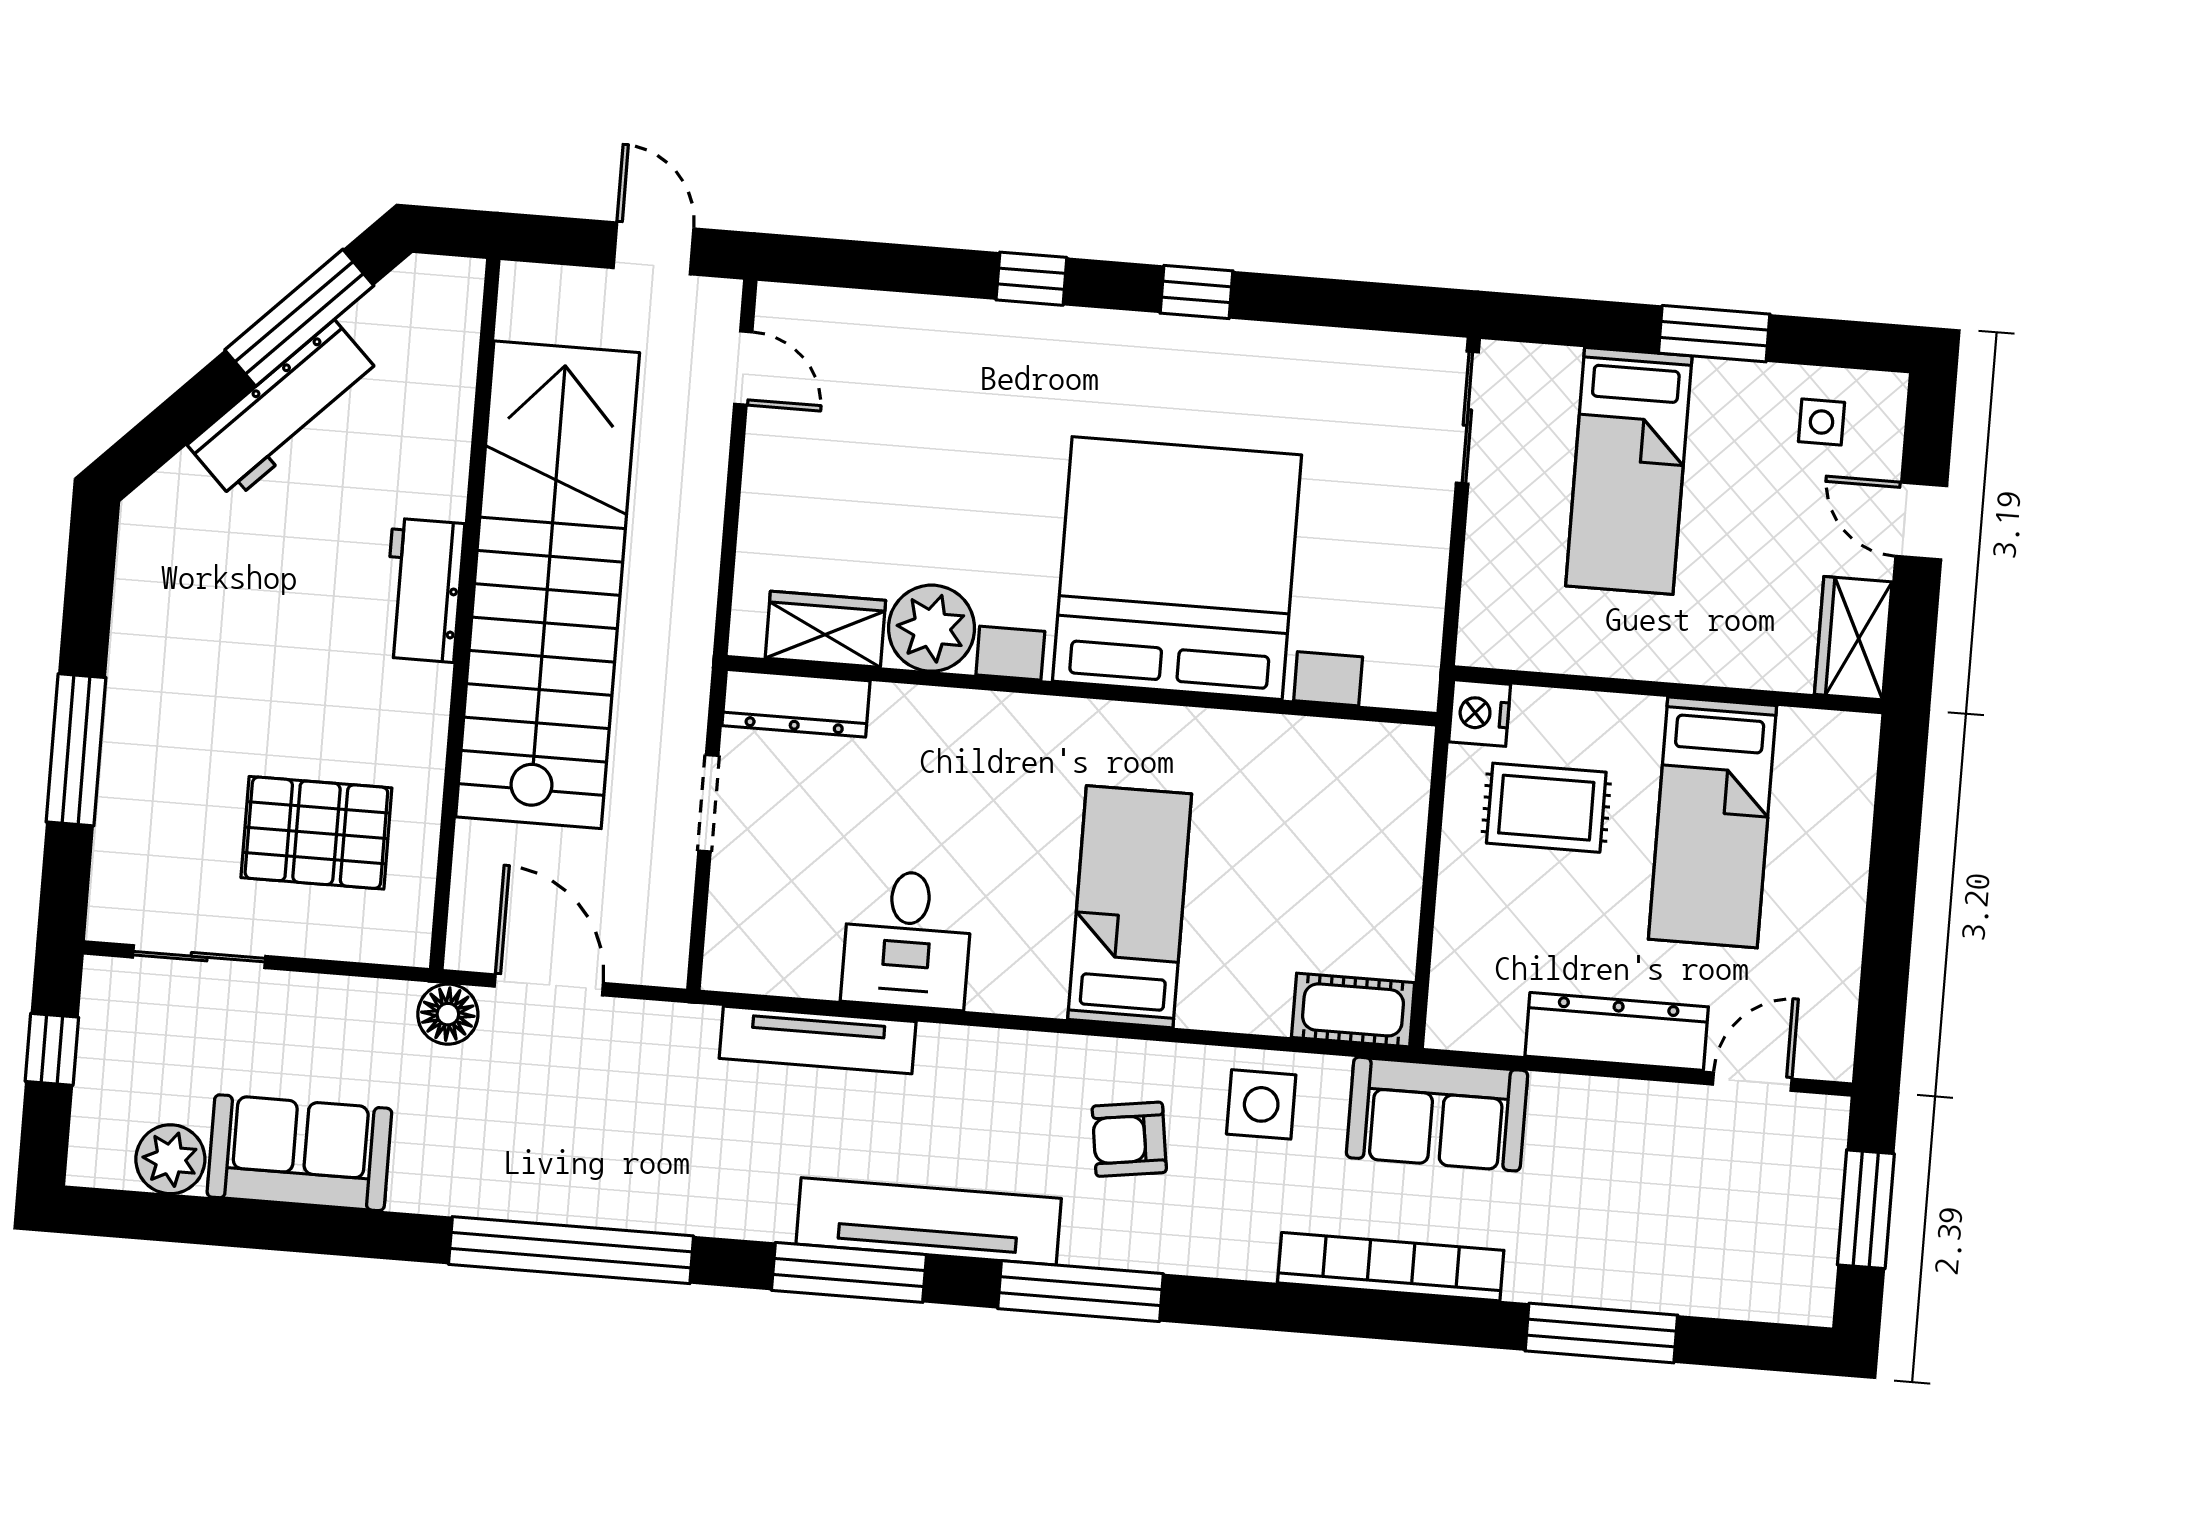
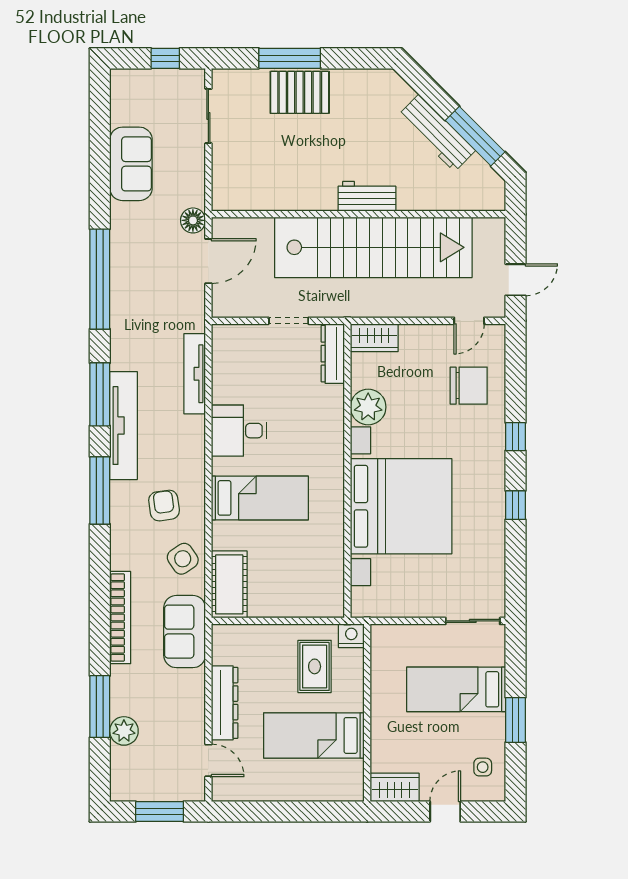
chair: (899, 382) -> (469, 386), added
wardrobe: (825, 629) -> (374, 338), moved, turned 90
pallet: (316, 833) -> (300, 92), moved, turned 90
desk: (907, 939) -> (239, 431), moved
cot: (1353, 1010) -> (229, 584), width x1.37, depth x1.34
side table: (1261, 1104) -> (183, 559), turned -34
plant: (170, 1159) -> (124, 731), moved

